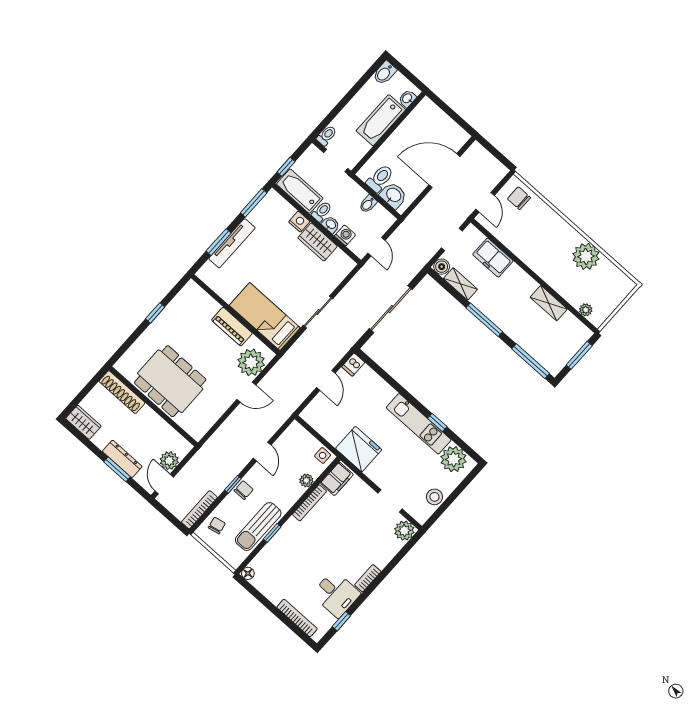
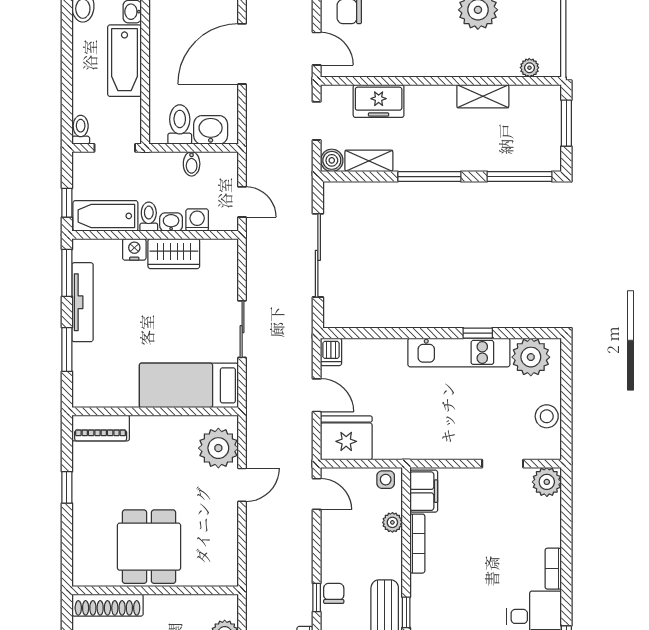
tv unit: (232, 243) -> (82, 302), moved
piano: (232, 327) -> (101, 428), moved
dining table: (170, 381) -> (149, 547), width x0.73
fridge: (359, 449) -> (346, 438), moved
door: (262, 452) -> (317, 494), moved

